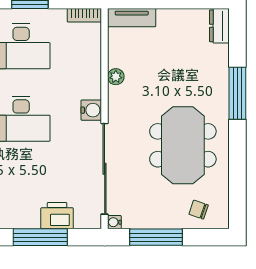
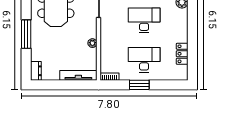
tv unit: (132, 18) -> (78, 75), width x1.41
water cooler: (91, 110) -> (106, 25), removed

